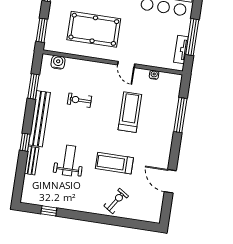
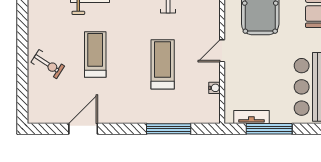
treadmill: (130, 112) -> (163, 64), turned -90

